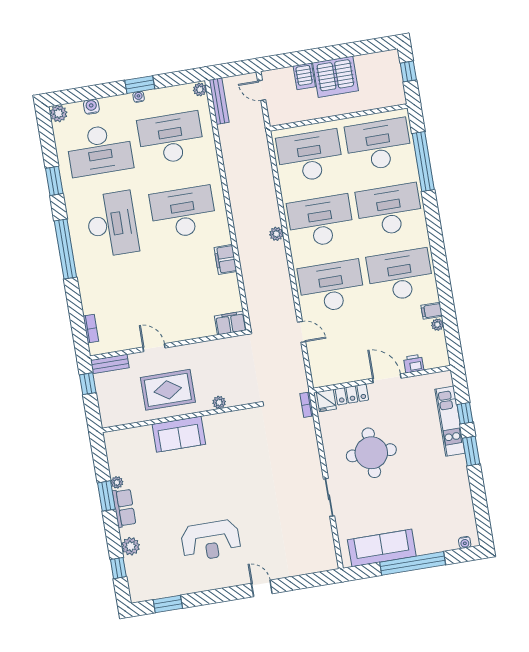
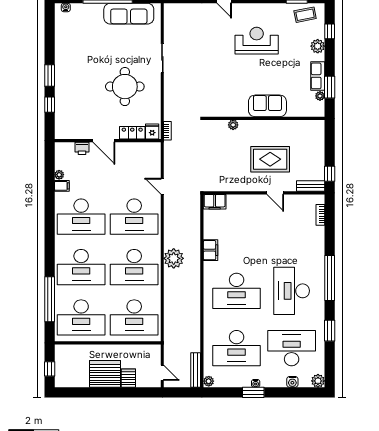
plant: (276, 234) -> (174, 258), width x1.87, depth x1.87
plant: (219, 402) -> (233, 125), moved
wall: (180, 417) -> (264, 118), moved
kitchen unit: (450, 421) -> (62, 101), removed
sofa: (179, 434) -> (267, 106), moved
coffee table: (154, 584) -> (305, 15), added

